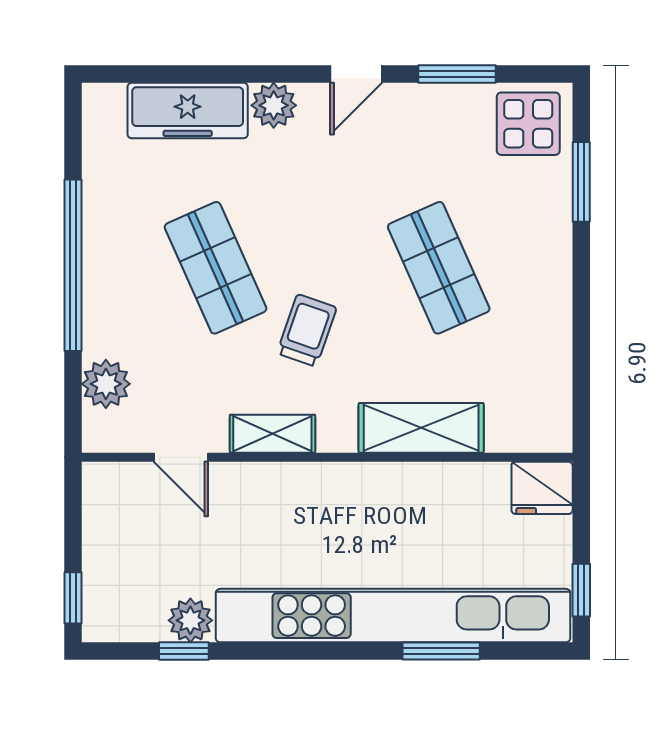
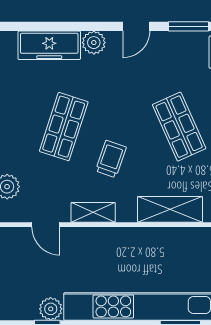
shop shelf: (216, 268) -> (64, 127), turned 42

